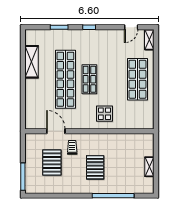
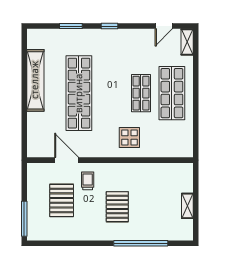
shelving: (32, 62) -> (35, 80), width x1.47
shop shelf: (89, 79) -> (141, 93), moved

